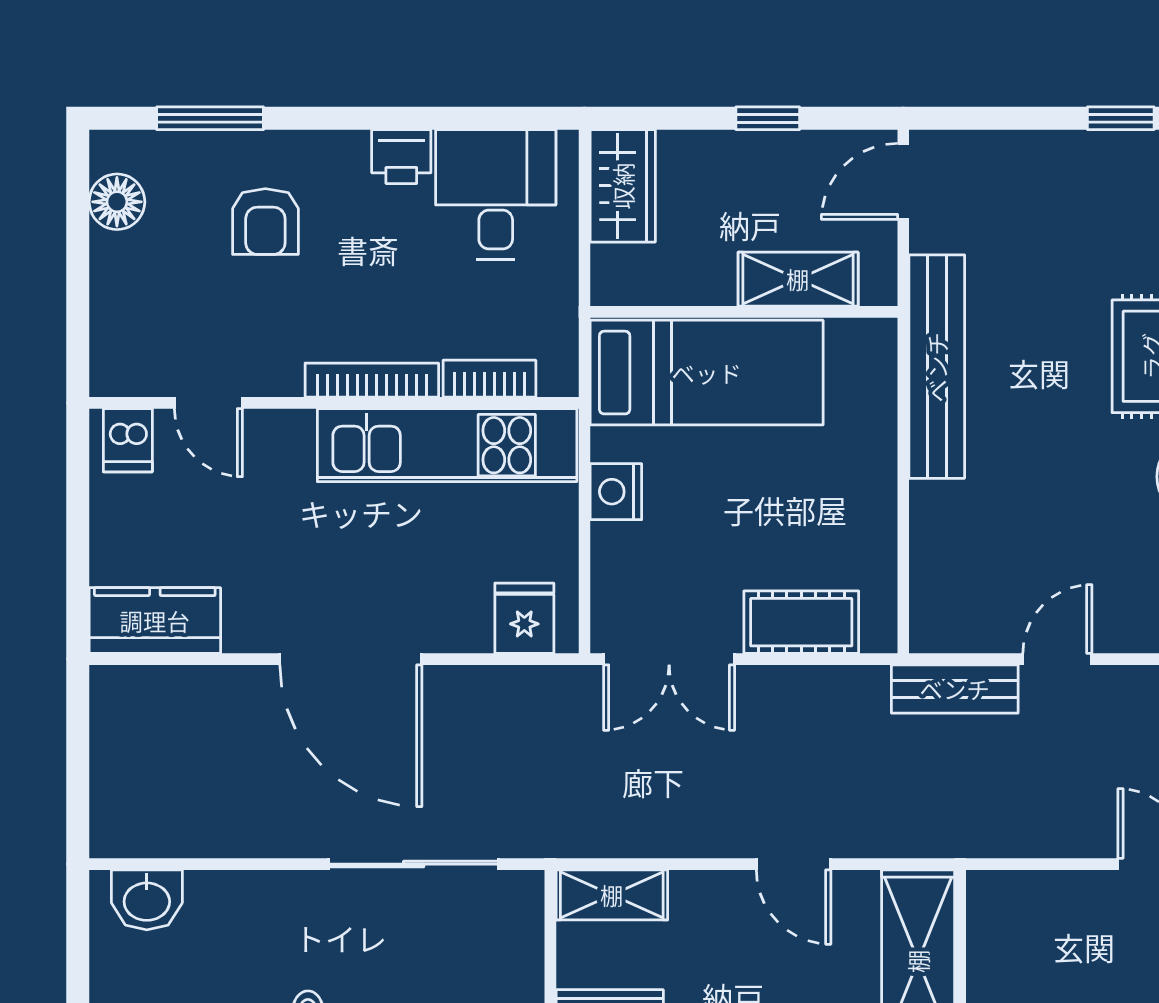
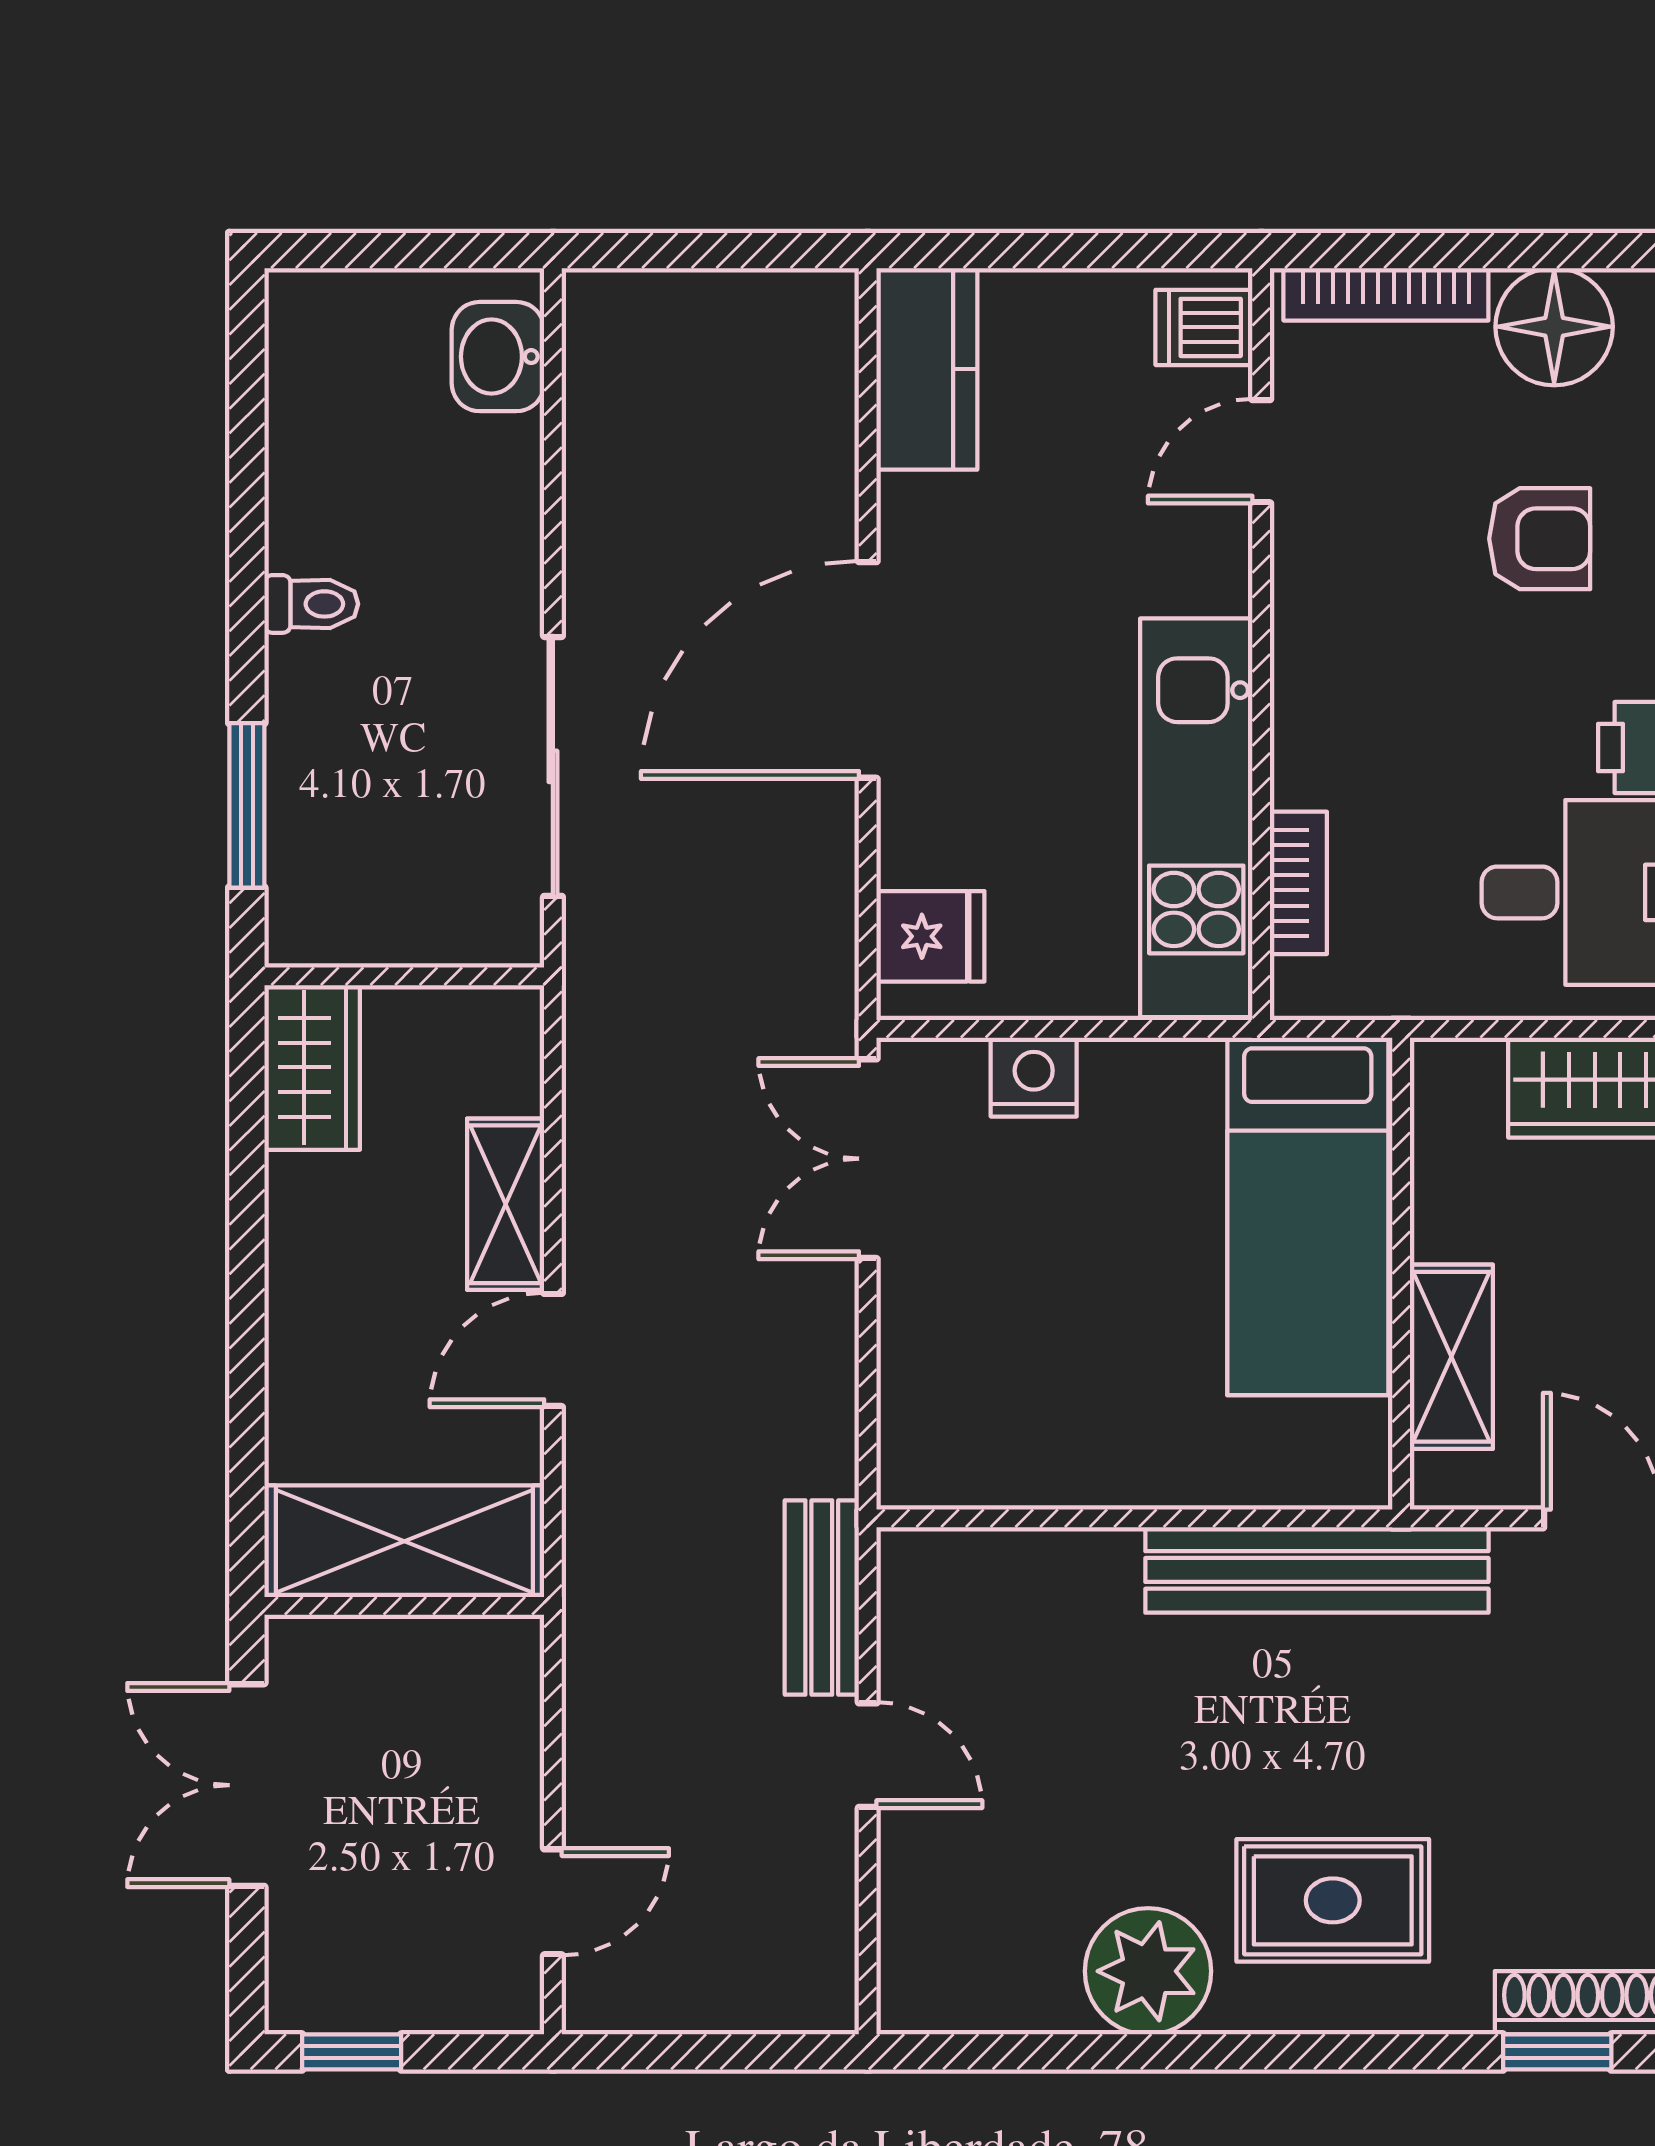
floor lamp: (117, 202) -> (1554, 327), width x1.38, depth x1.38
armchair: (265, 222) -> (1540, 539), turned 180
bookcase: (372, 380) -> (1386, 294), moved, turned 90
nightstand: (616, 492) -> (1034, 1077), moved
cot: (801, 622) -> (924, 1362), removed
shelving: (612, 895) -> (506, 1204), moved

